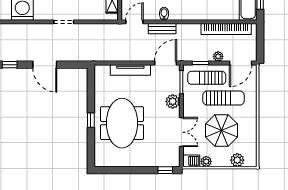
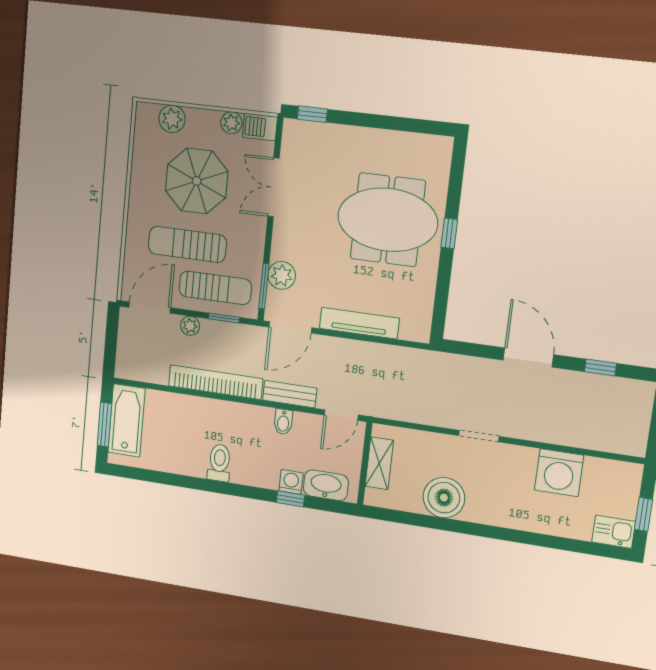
bookcase: (226, 29) -> (215, 382), moved
plant: (173, 101) -> (282, 275), moved
meeting table: (122, 123) -> (388, 220), turned 90

